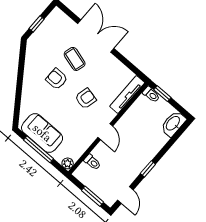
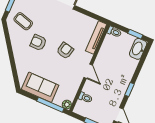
coffee table: (75, 59) -> (23, 21), moved
window: (162, 94) -> (135, 34), moved
window: (38, 149) -> (50, 105), moved

